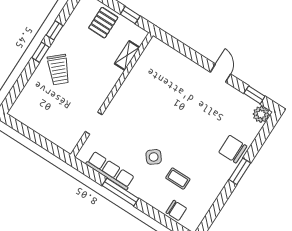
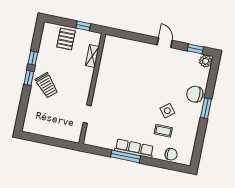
side table: (154, 157) -> (167, 111), moved
row of seats: (110, 171) -> (134, 148), moved

